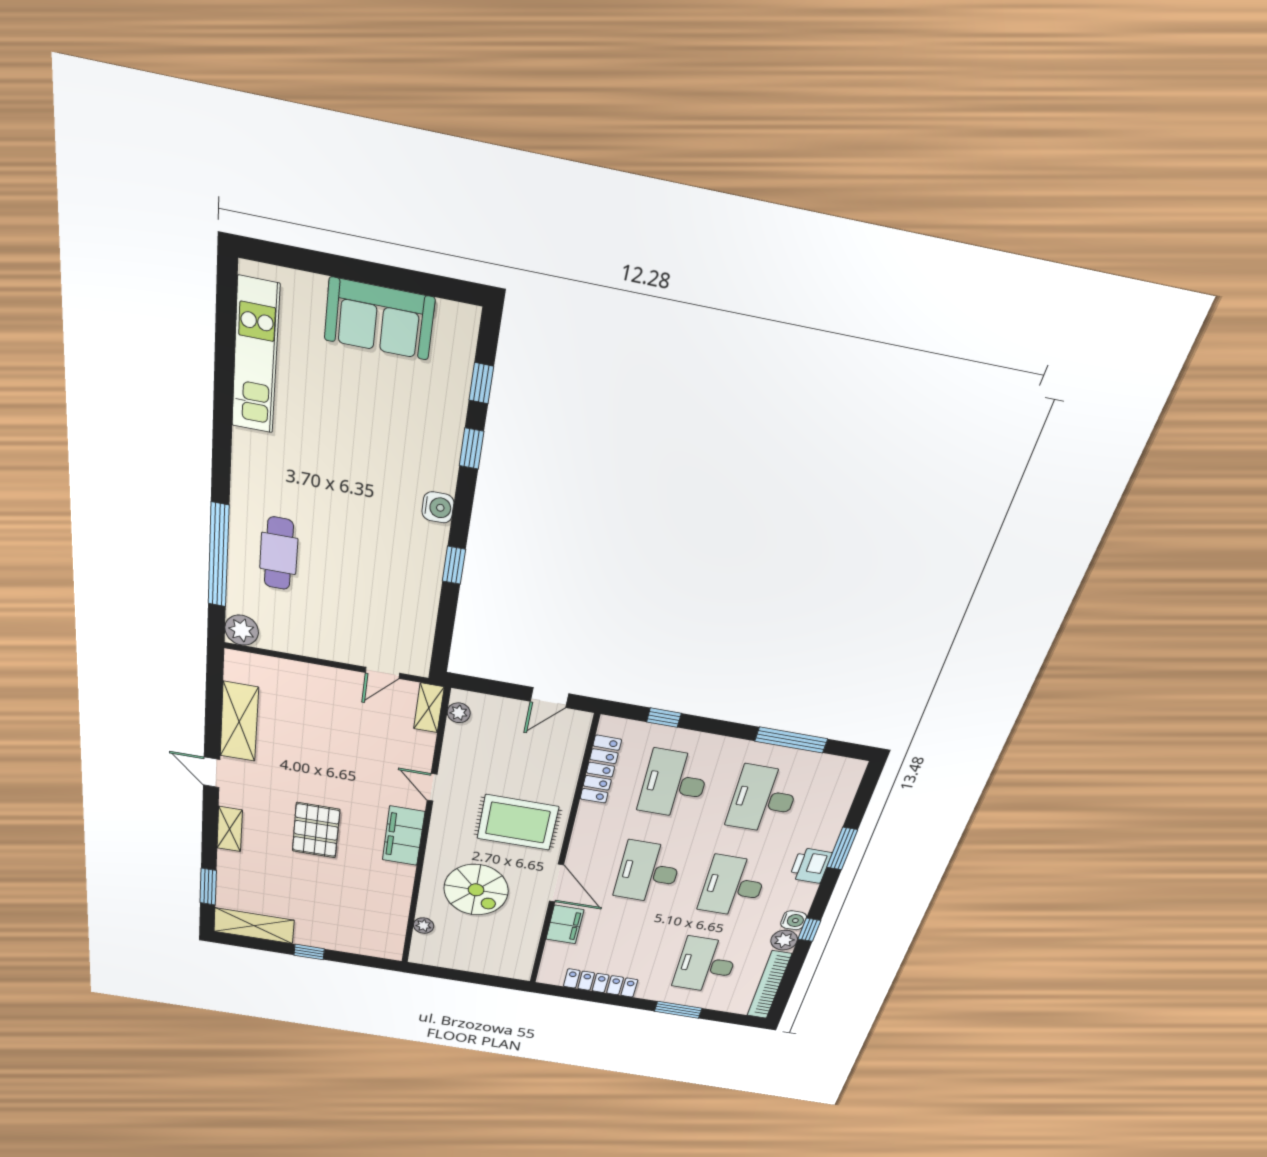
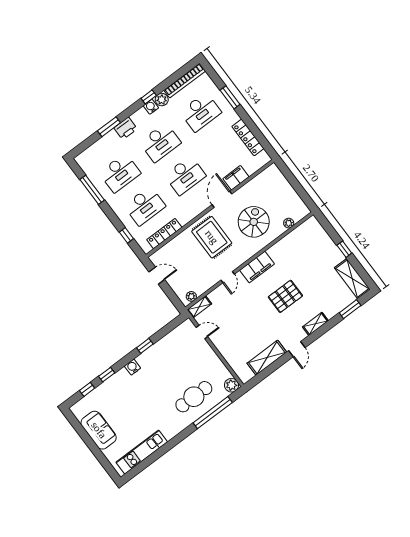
cafe table: (279, 553) -> (194, 397), width x1.37, depth x1.35

